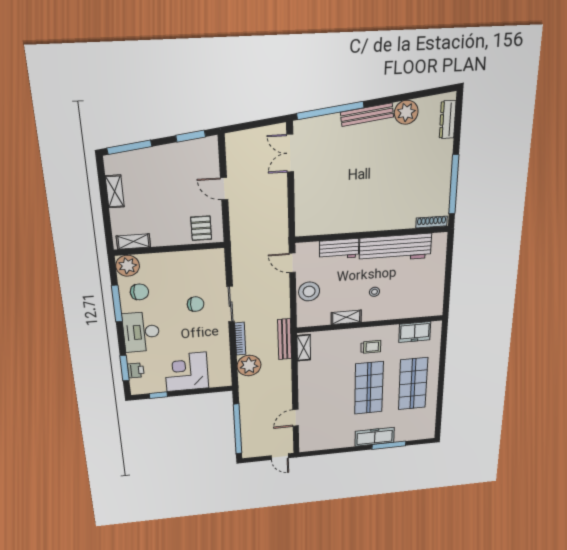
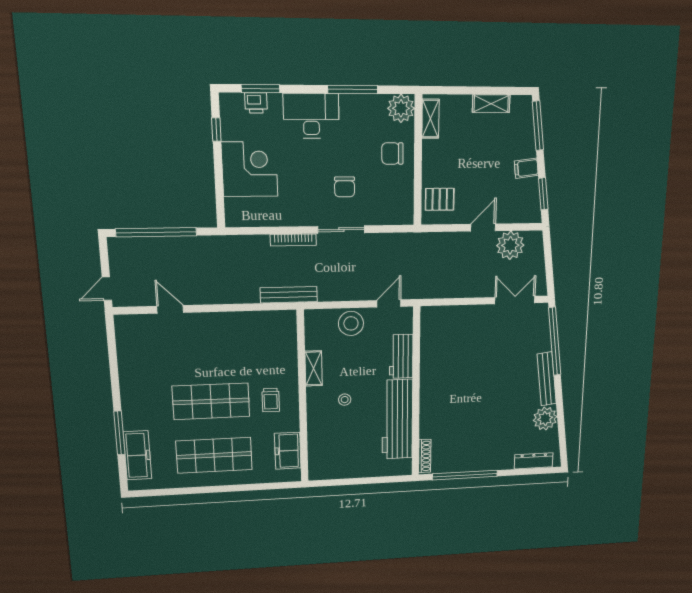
filing cabinet: (168, 154) -> (526, 168), added
chair: (139, 292) -> (392, 154), moved, turned 90
shelving: (304, 348) -> (275, 318), removed
plant: (249, 365) -> (510, 245), moved
freezer: (375, 437) -> (138, 455), moved

